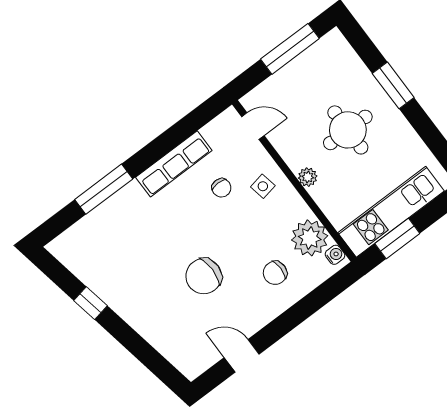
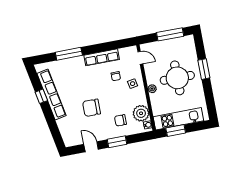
round table: (348, 130) -> (177, 78), width x1.36, depth x1.36
row of seats: (109, 289) -> (51, 94), added
window: (289, 320) -> (117, 142), added

